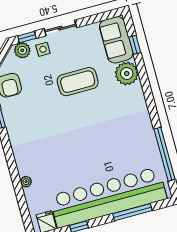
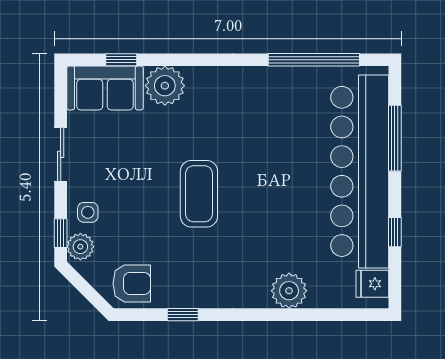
sliding door: (60, 28) -> (61, 154), moved
coffee table: (78, 82) -> (199, 194), moved
plant: (26, 182) -> (289, 291), width x1.88, depth x1.88

